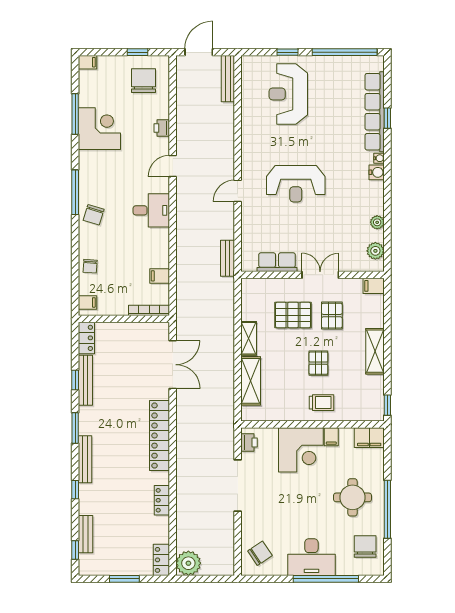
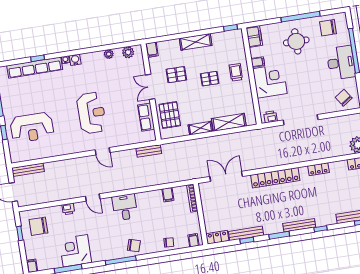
pallet: (293, 315) -> (170, 115), moved

